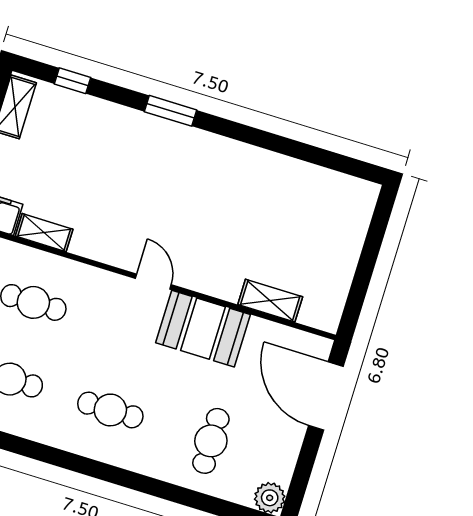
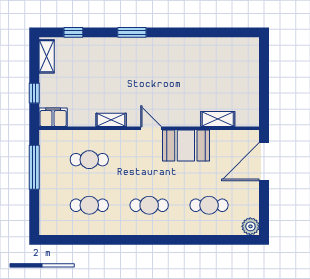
shelving: (44, 233) -> (111, 120), moved
door: (326, 396) -> (264, 162), hinge flipped
cafe table: (211, 441) -> (209, 205), turned 90

